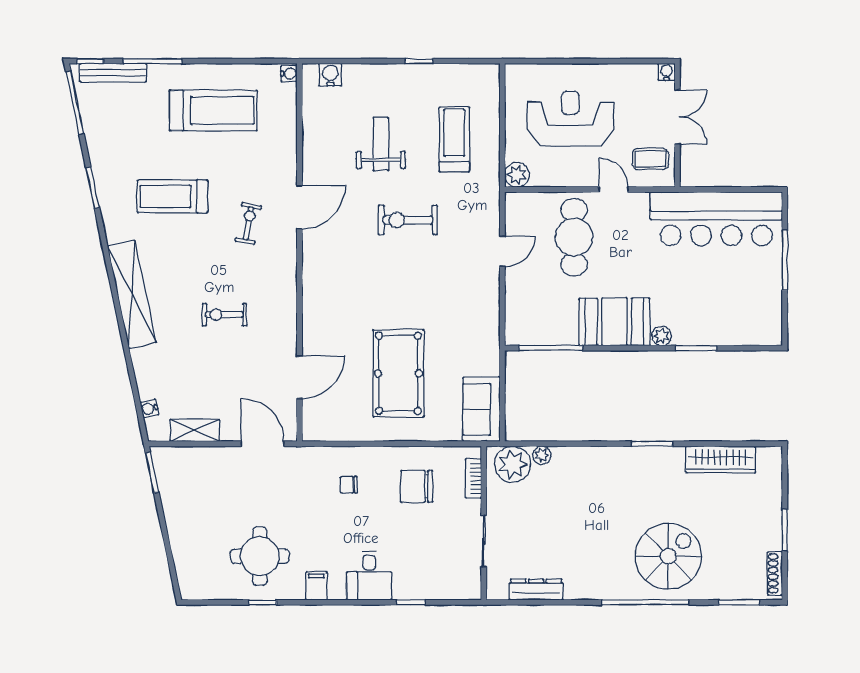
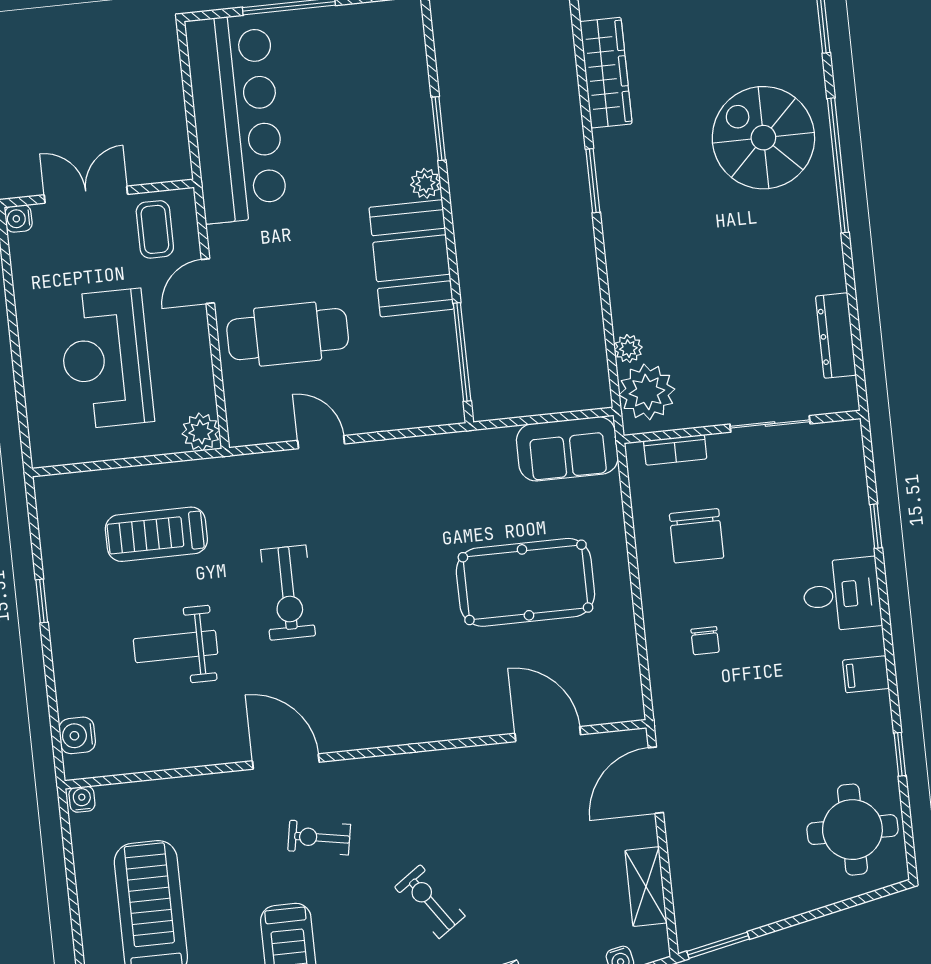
exercise bike: (224, 315) -> (430, 902), moved, turned 145
round table: (260, 556) -> (852, 830), moved

